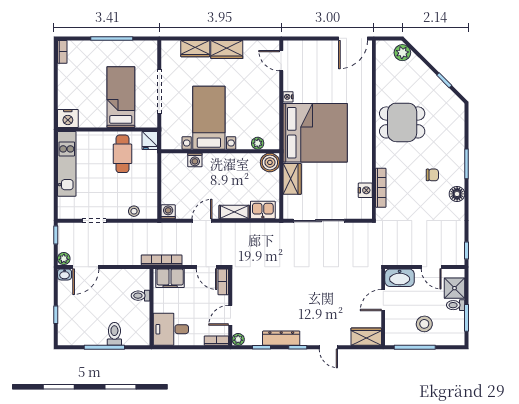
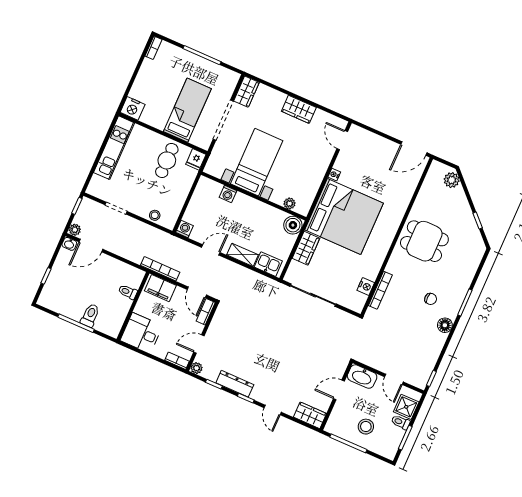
wardrobe: (195, 49) -> (246, 92), moved, turned -90

